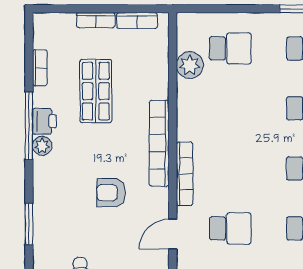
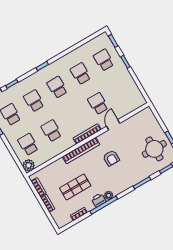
plant: (190, 65) -> (29, 165), moved
school desk: (230, 108) -> (51, 131), added
door: (173, 234) -> (113, 125), swing flipped

